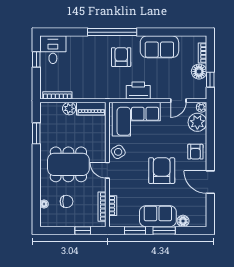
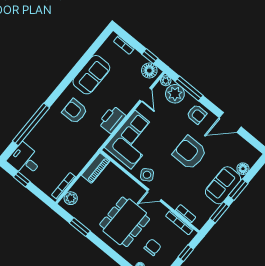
window: (112, 32) -> (31, 124), moved
floor lamp: (199, 72) -> (149, 71), moved
plant: (69, 109) -> (71, 198), moved
window: (210, 130) -> (189, 88), added

